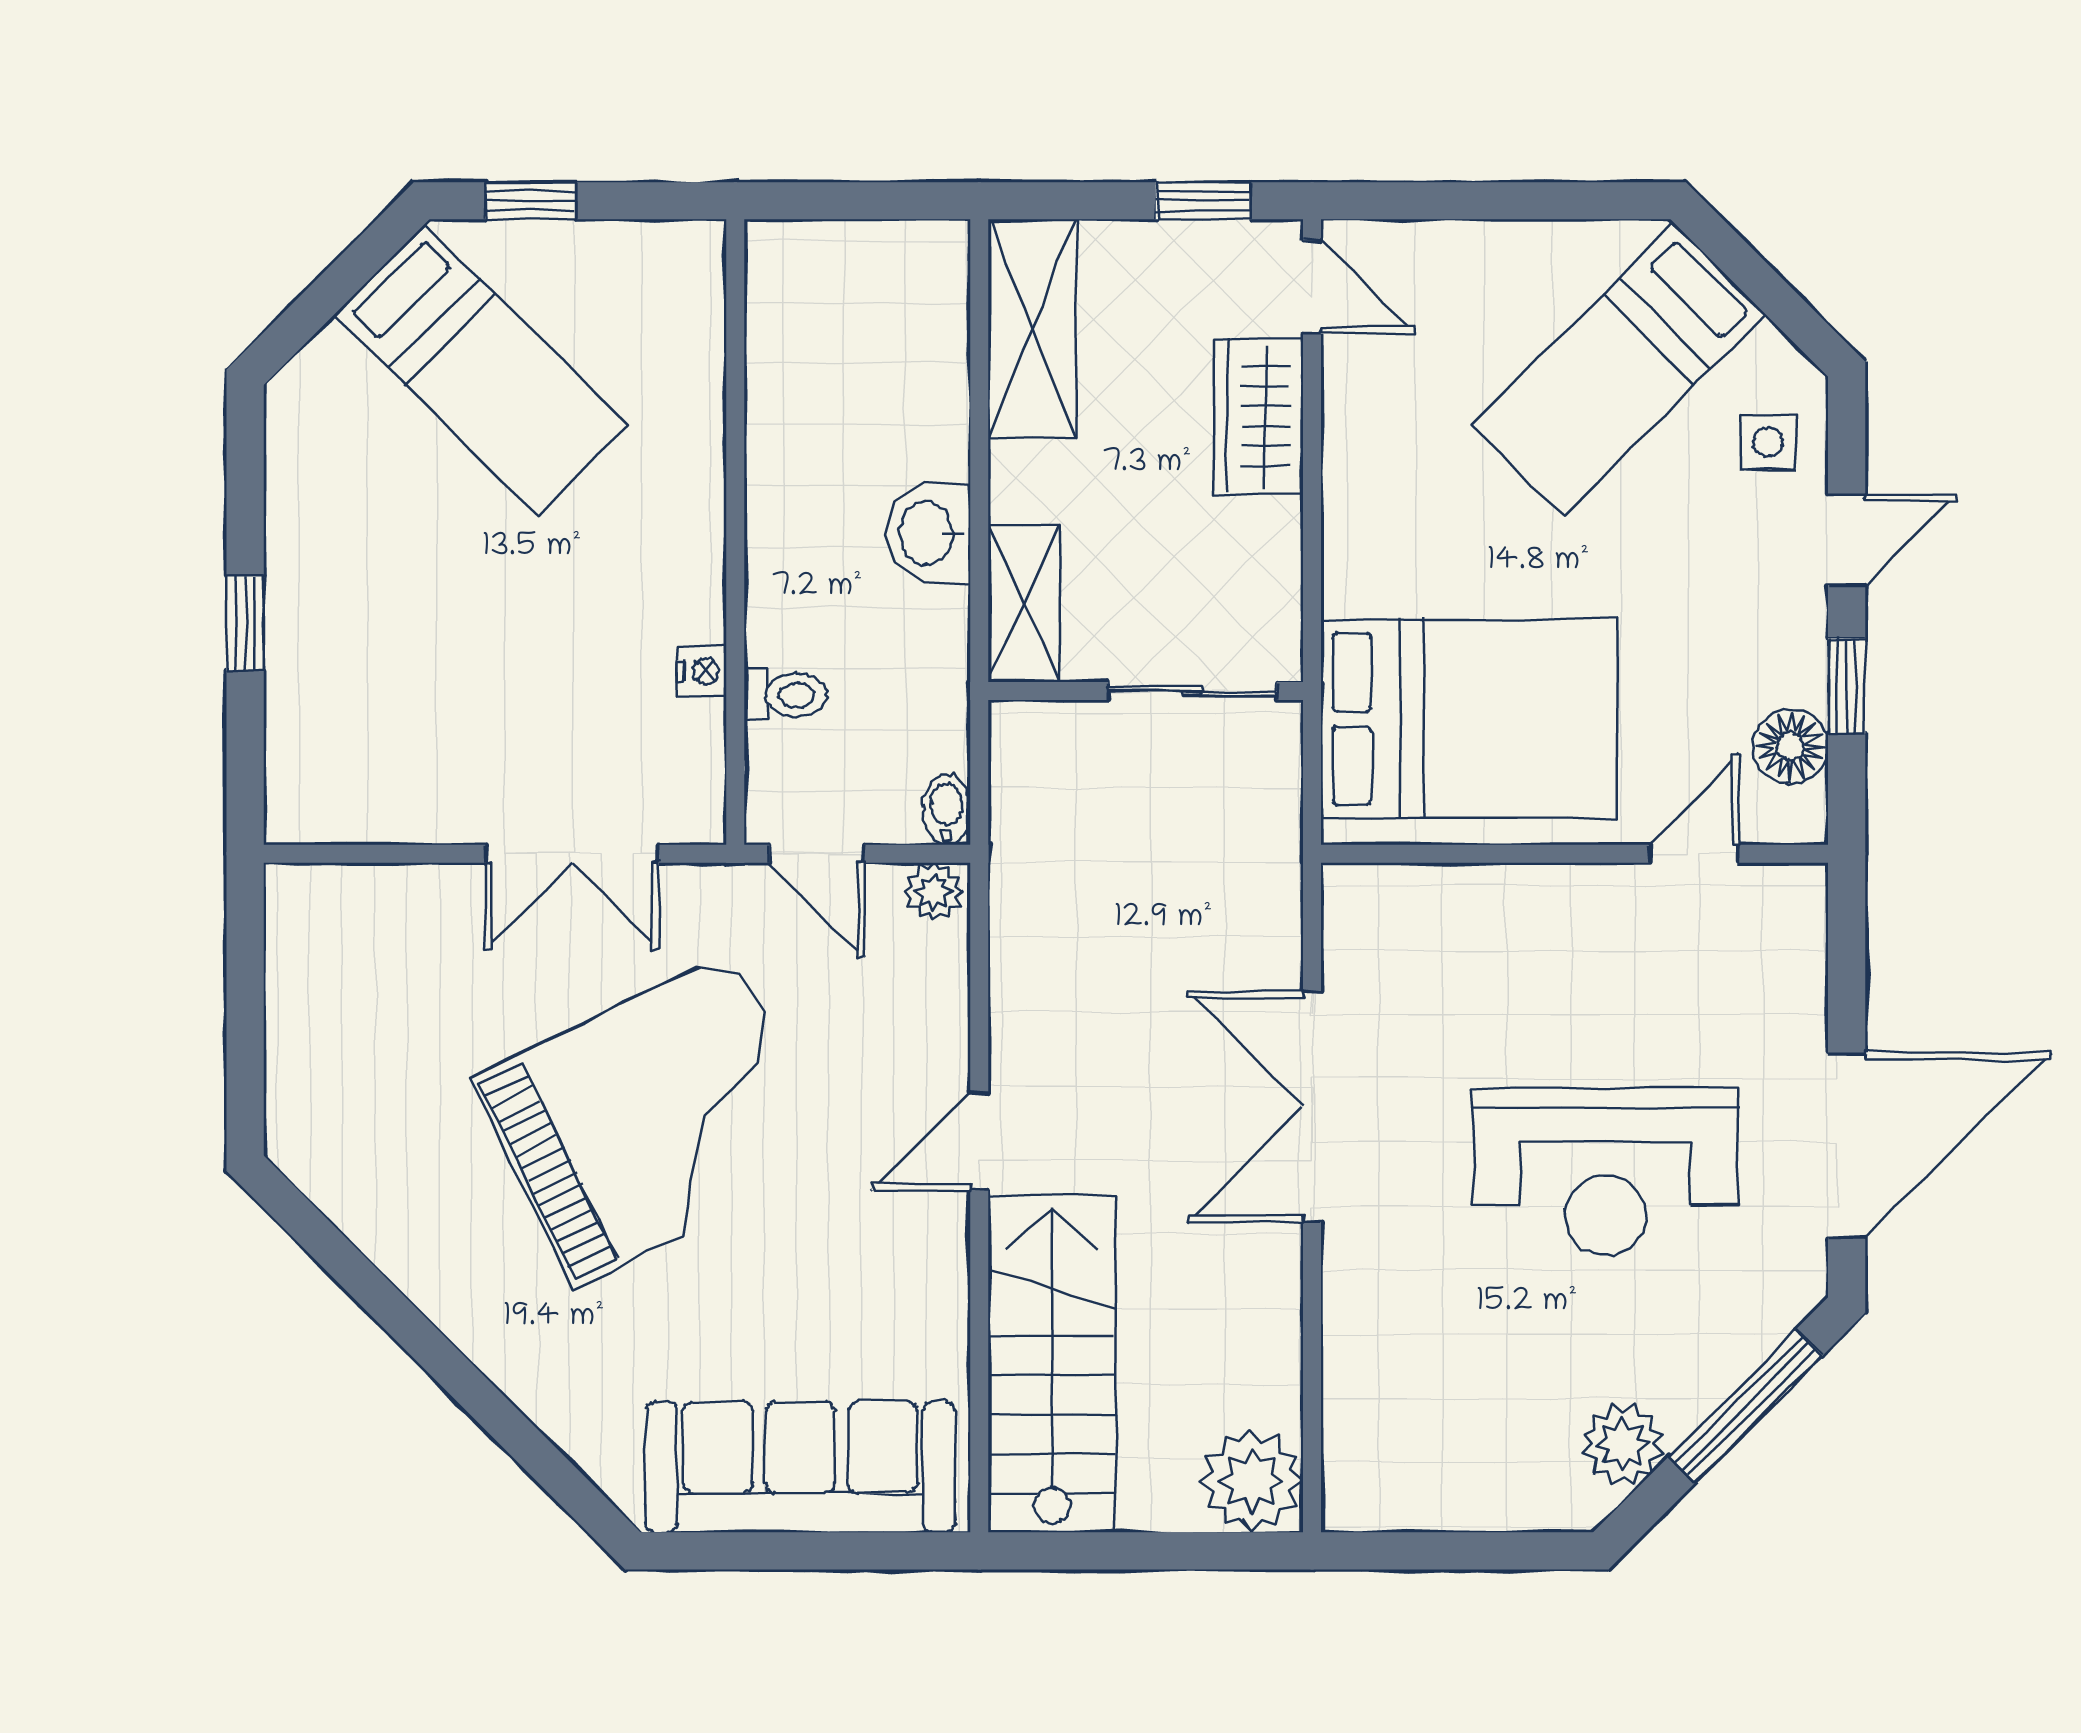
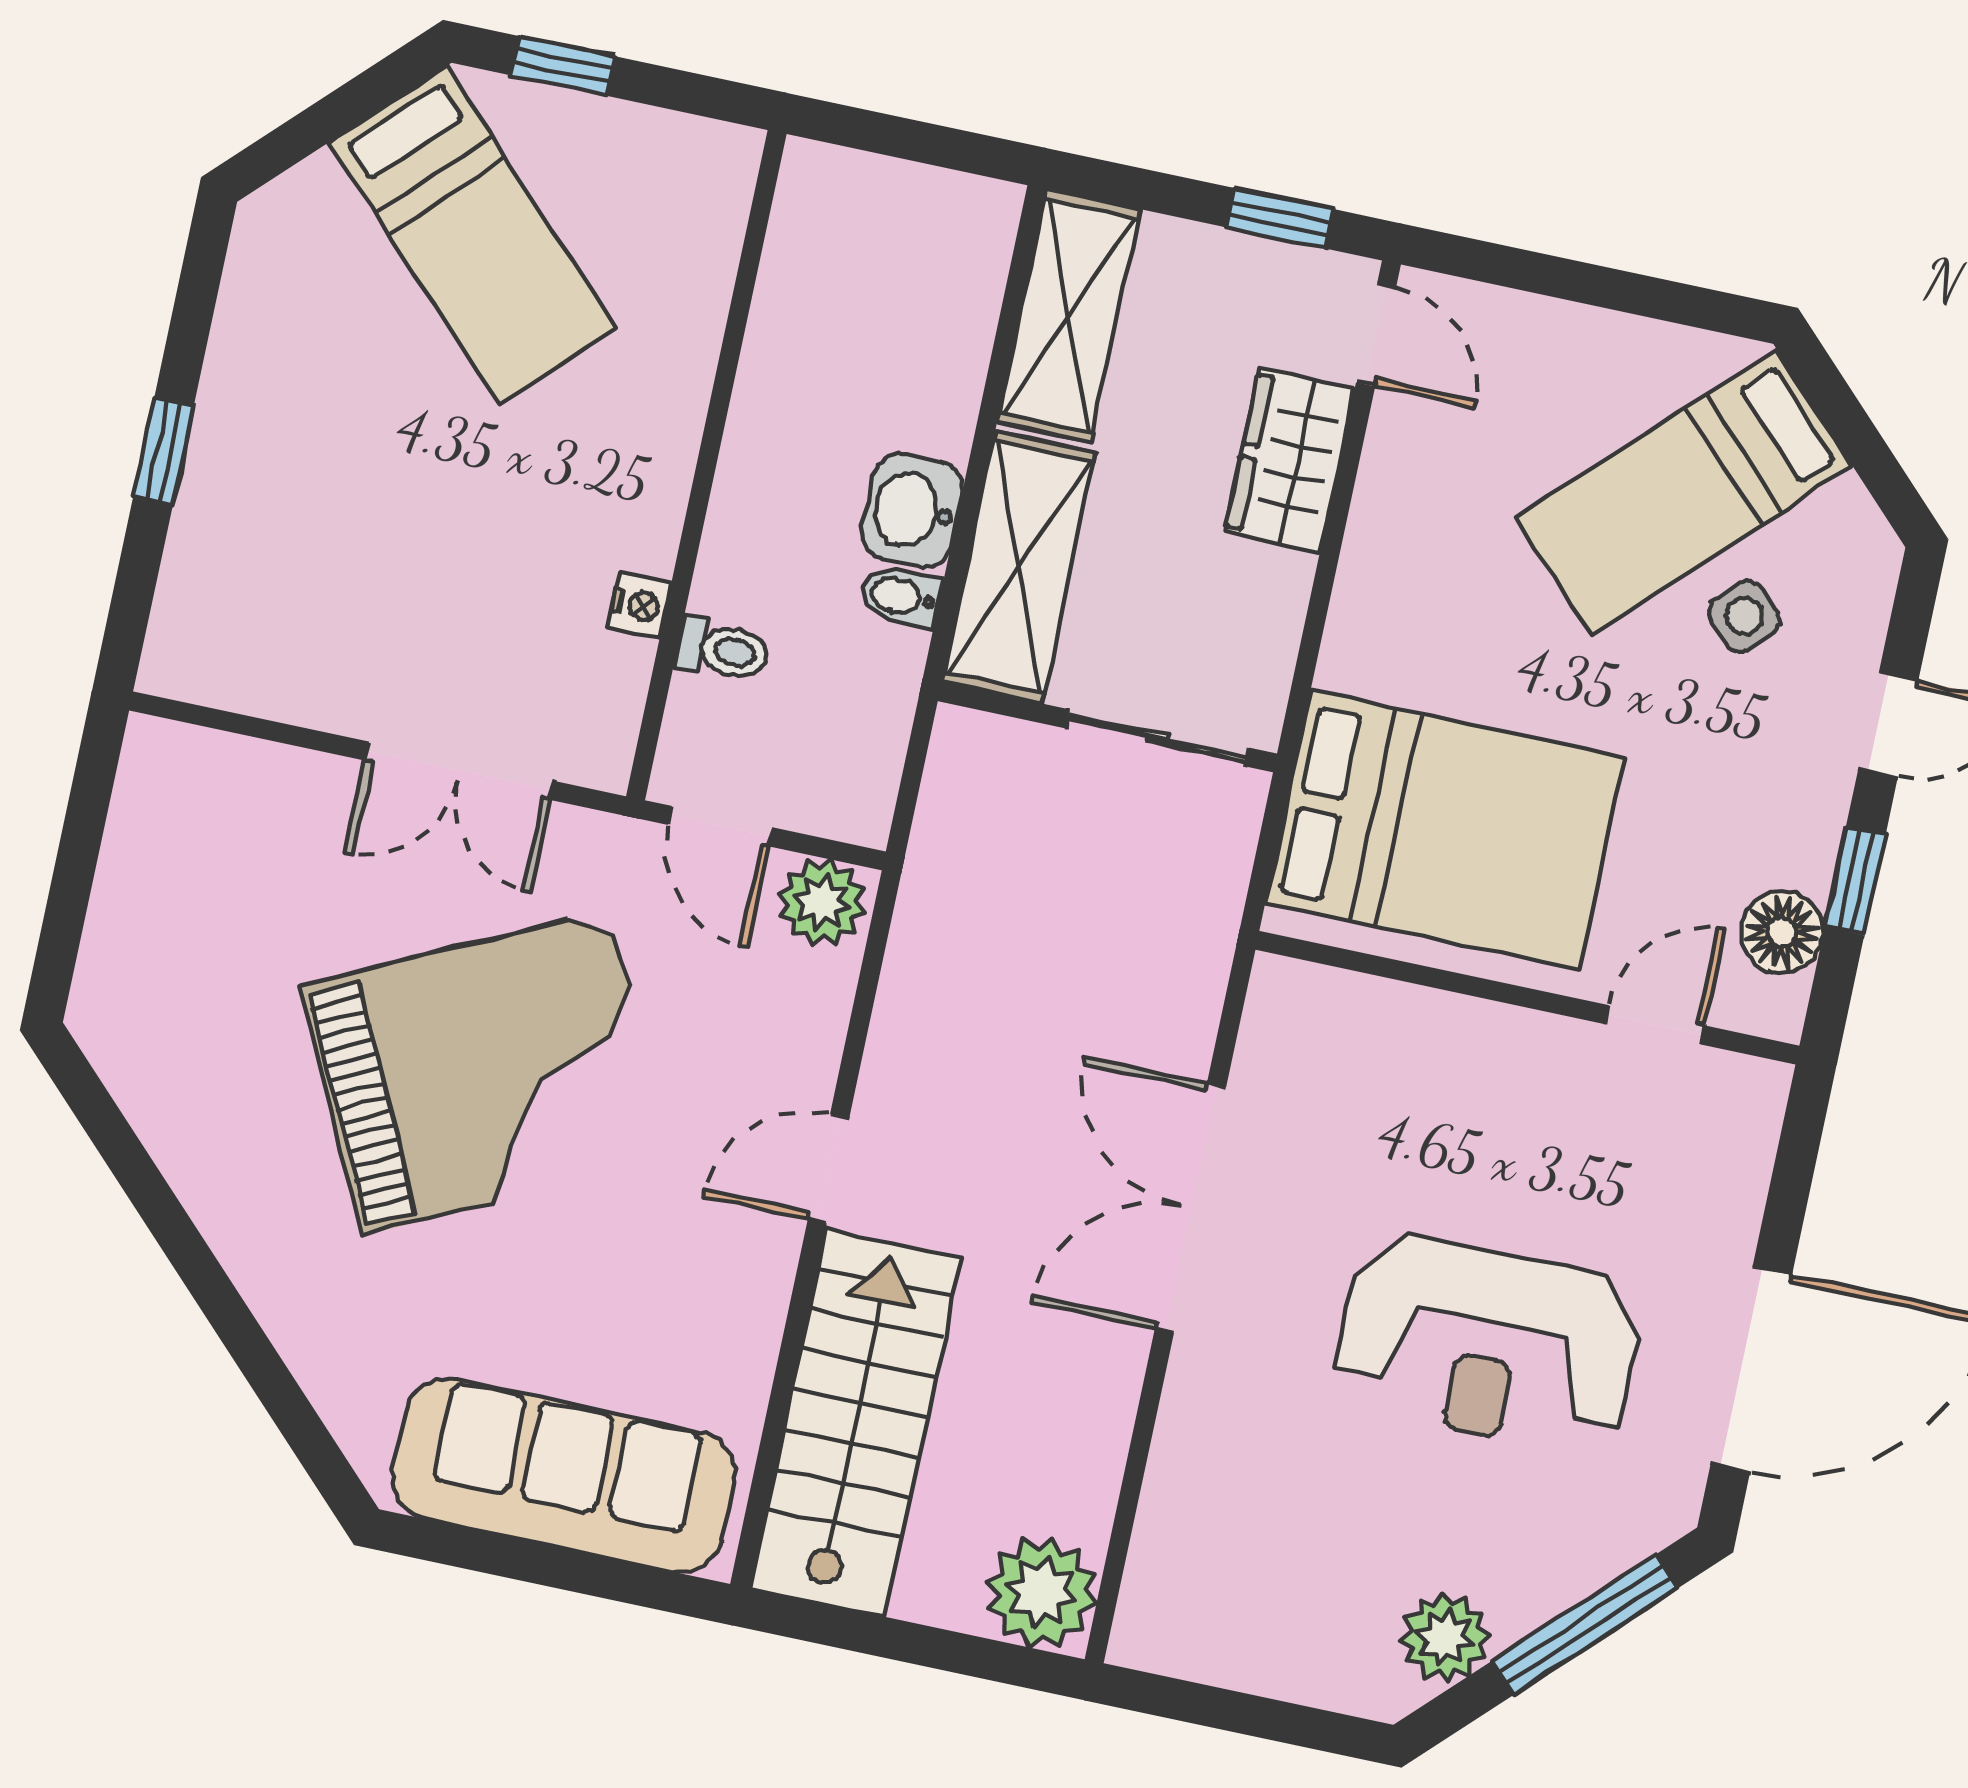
side table: (1768, 442) -> (1744, 616), moved, turned 45
shelving: (1024, 603) -> (1019, 567), width x1.50, depth x1.33
bidet: (947, 810) -> (901, 596), moved, turned -90
plant: (934, 892) -> (822, 902), width x1.38, depth x1.38

